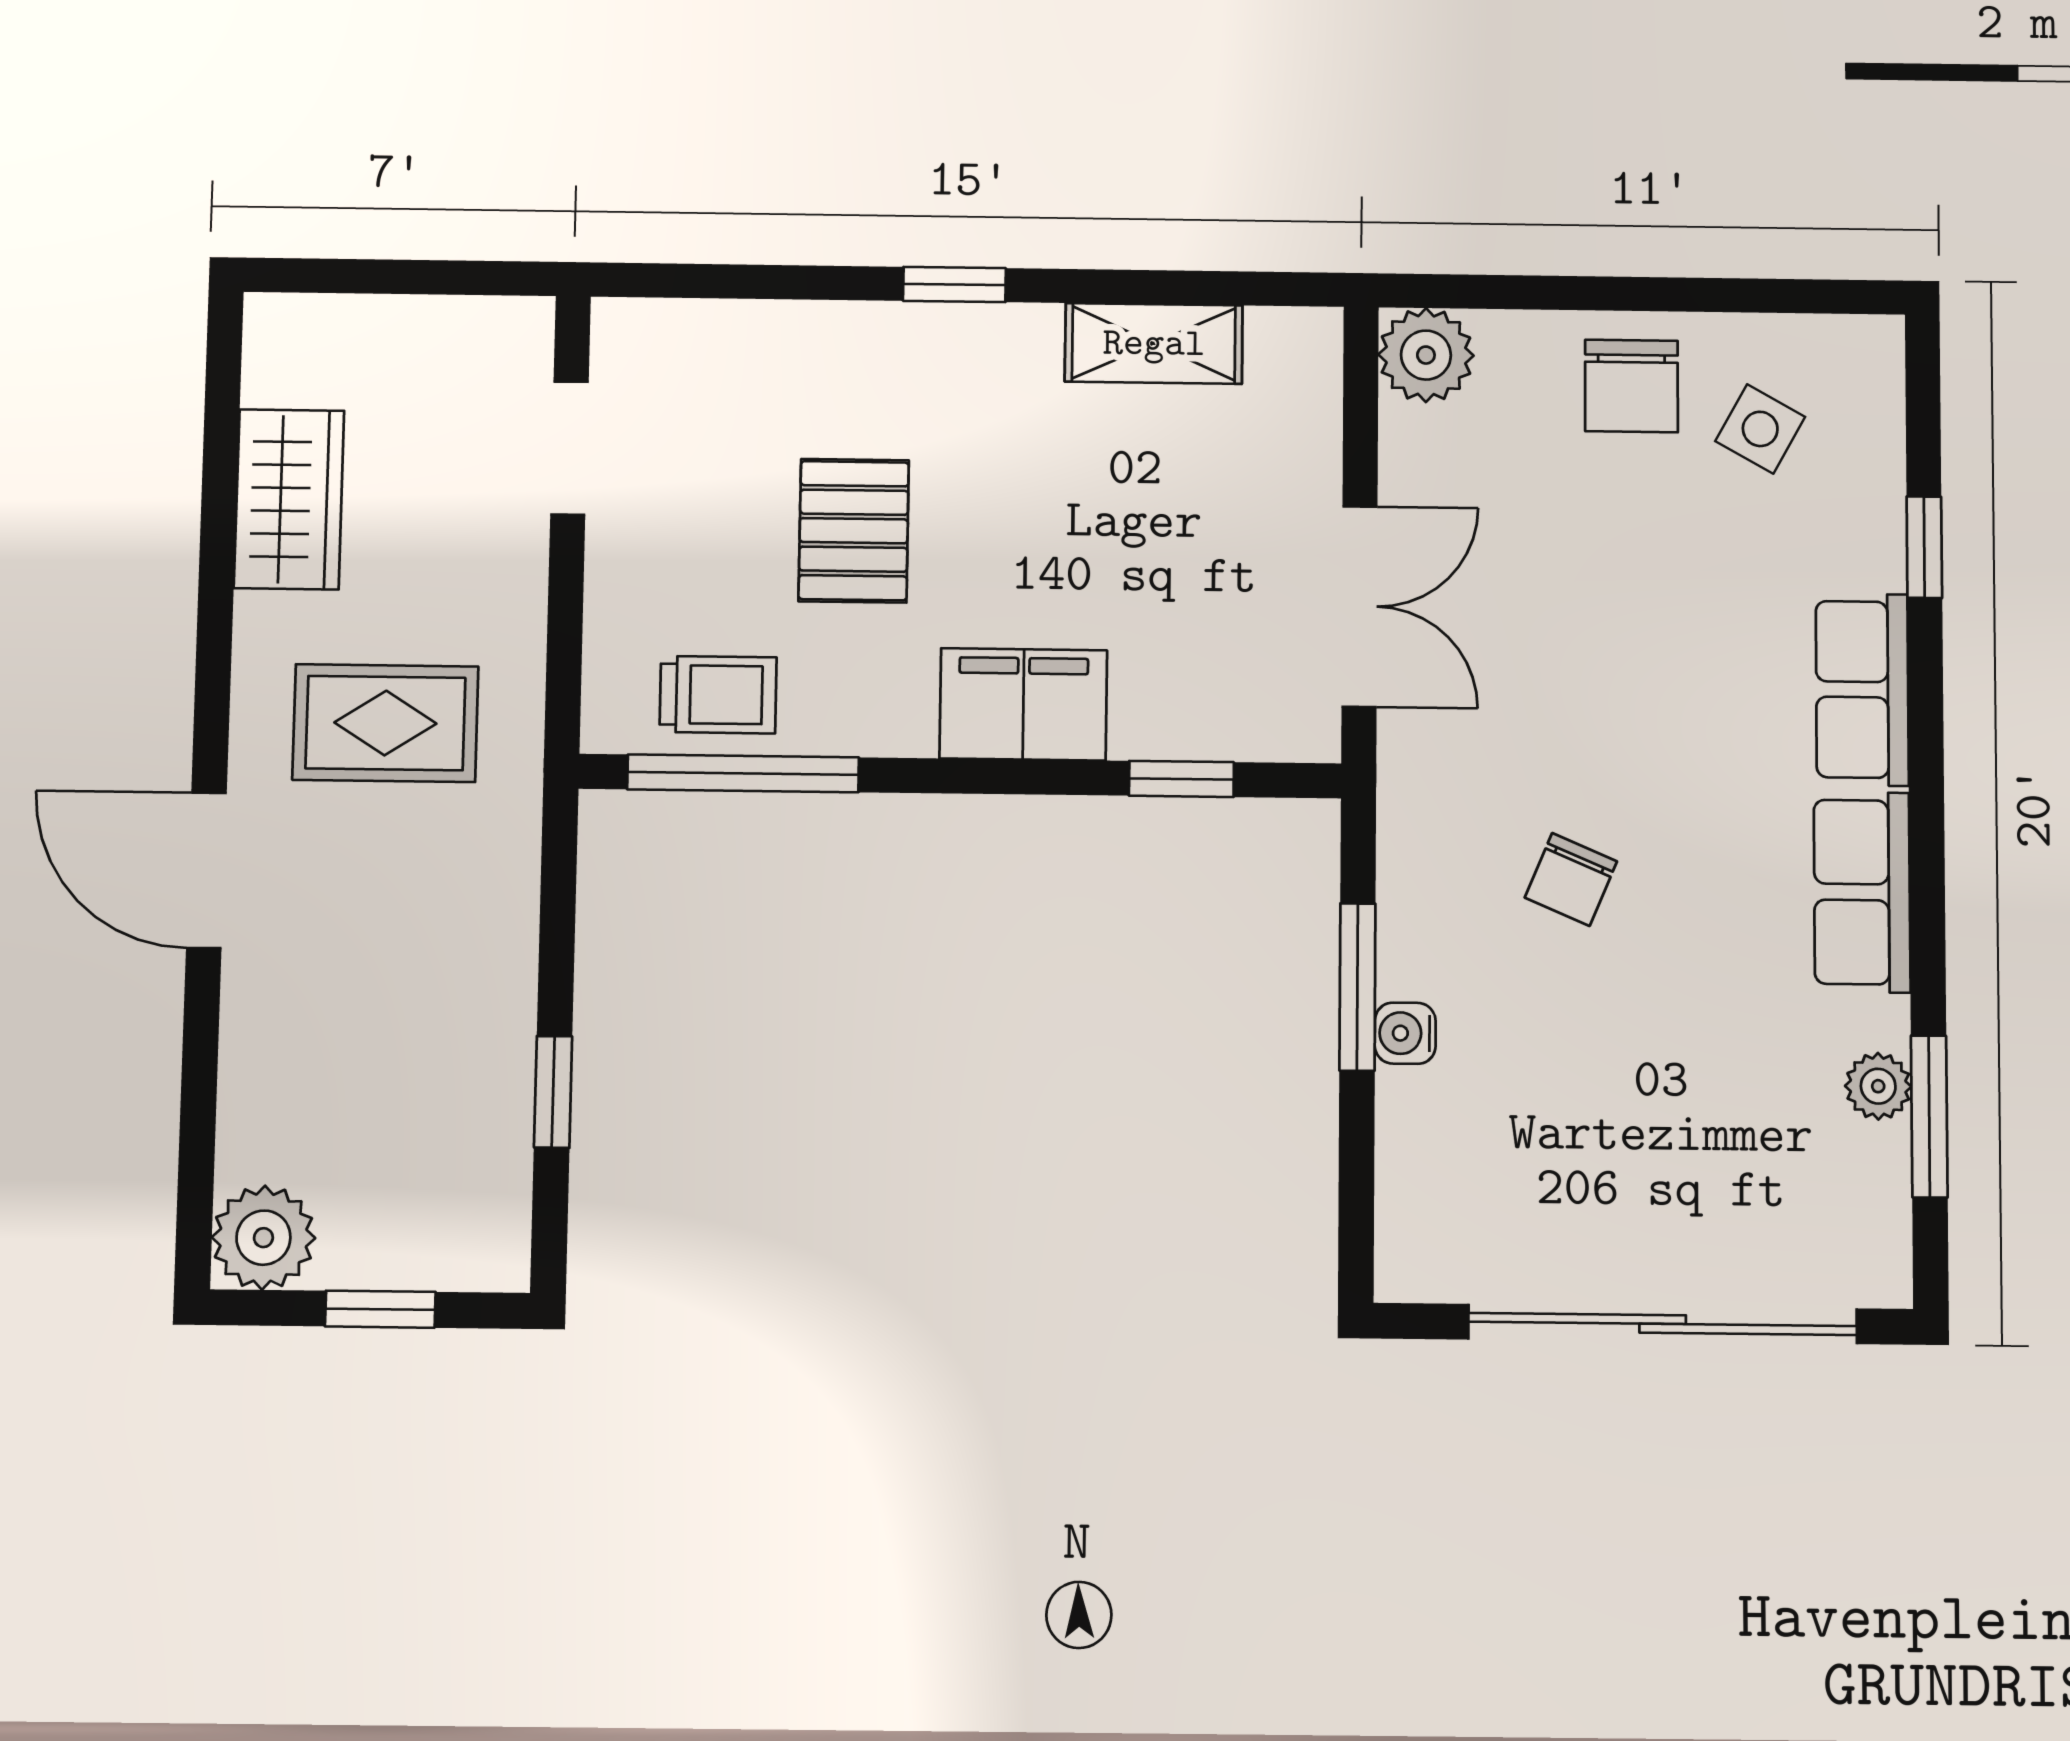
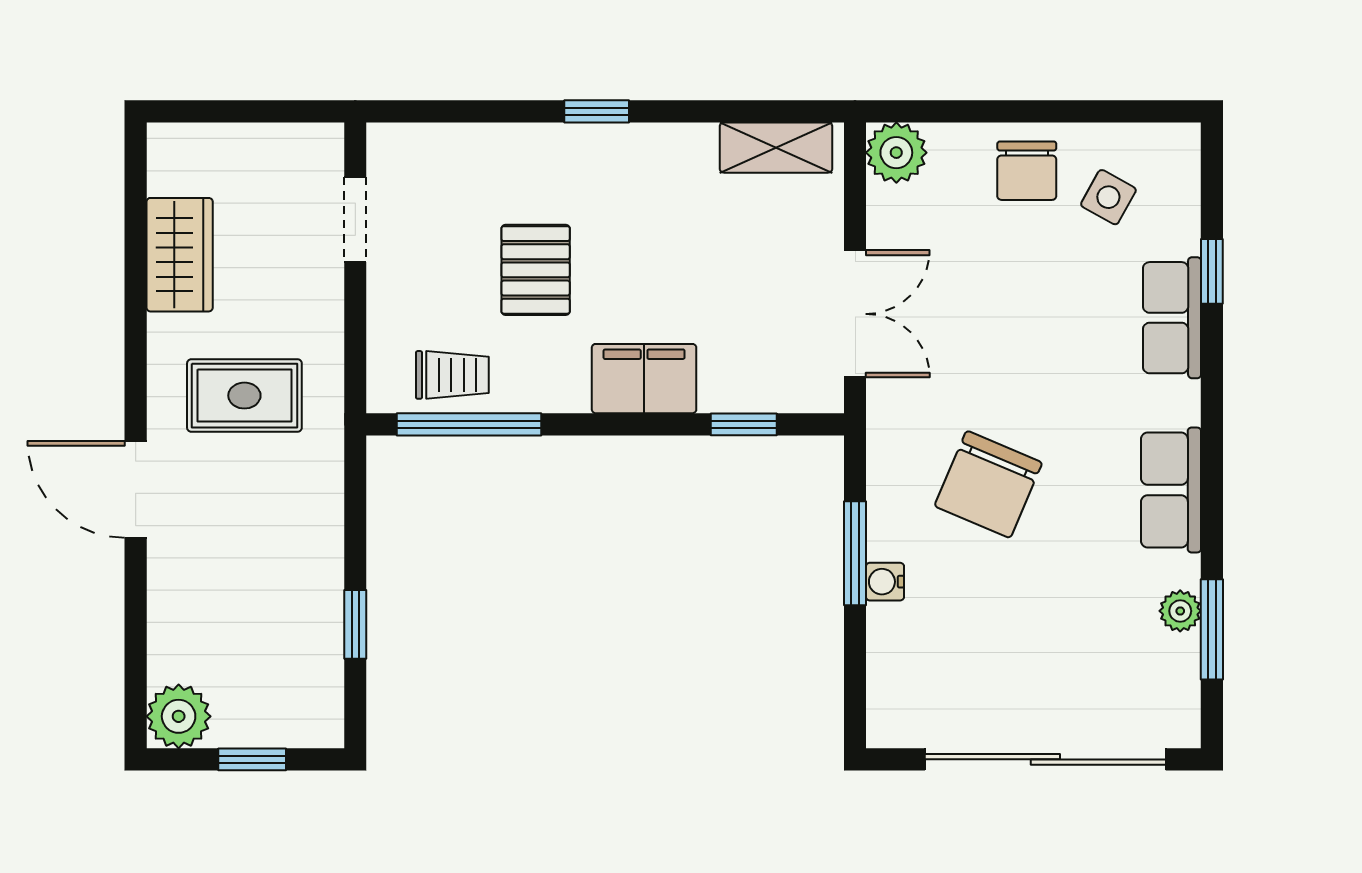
shelving: (1154, 343) -> (776, 148), moved
row of seats: (1862, 690) -> (1172, 318), moved
chair: (1571, 879) -> (988, 484), width x1.87, depth x1.87

